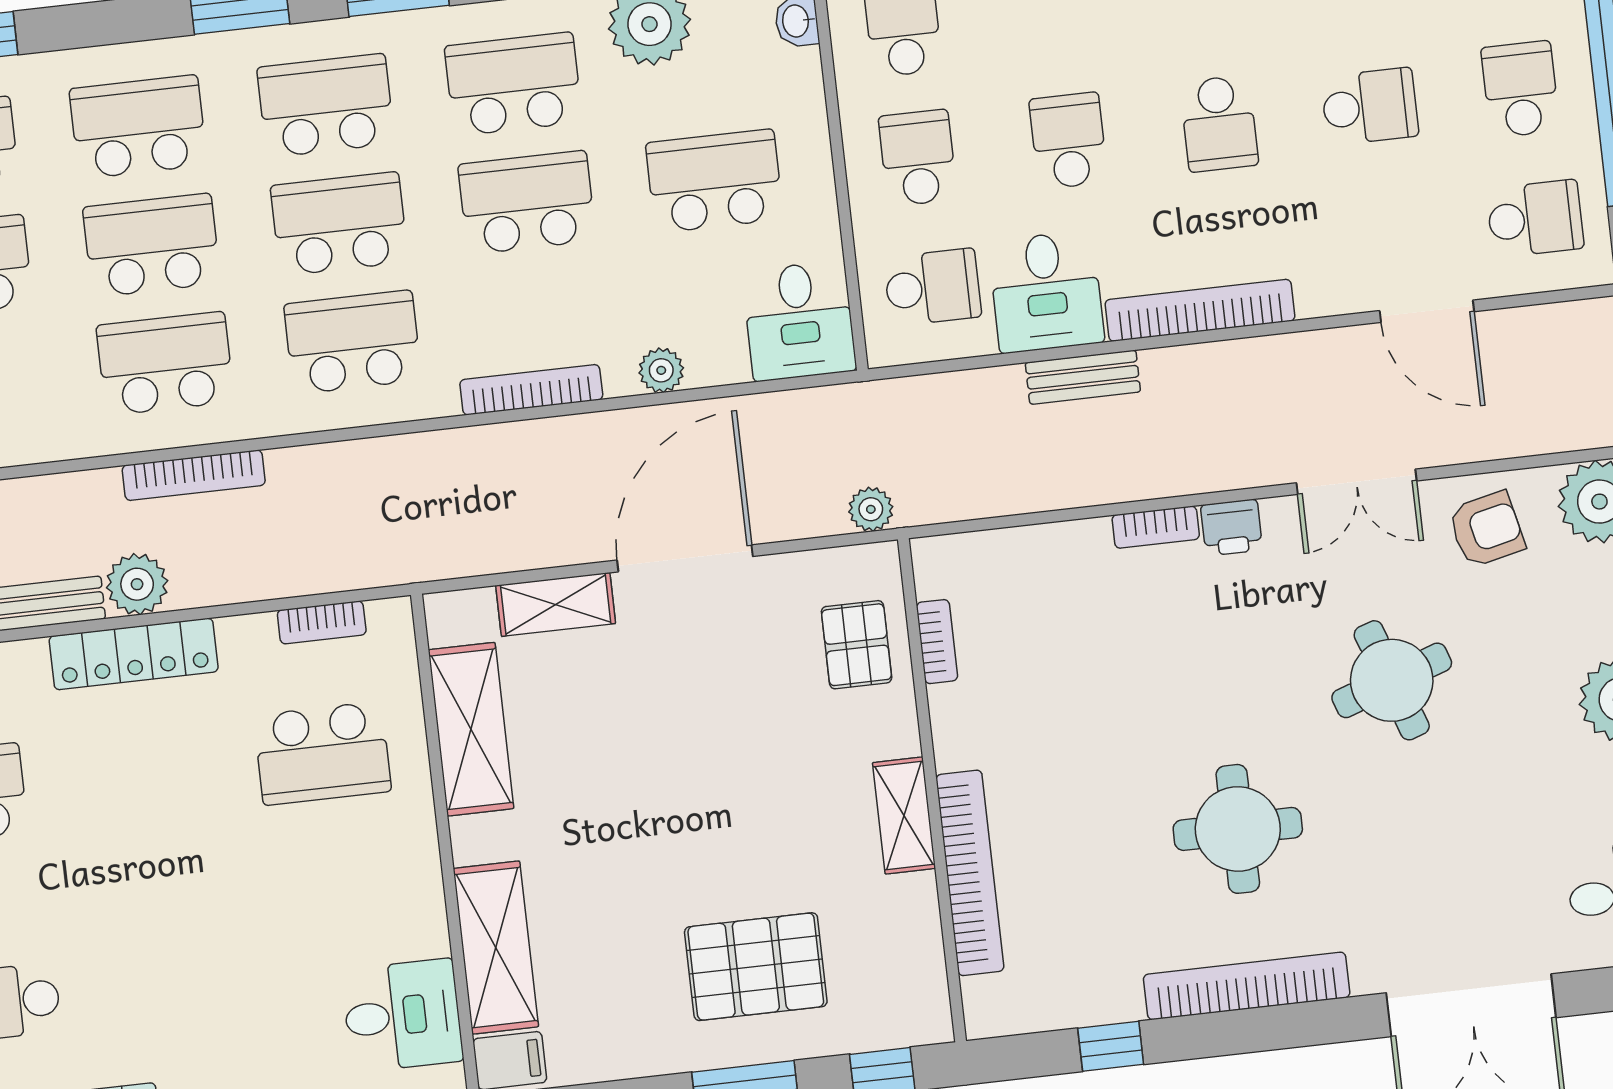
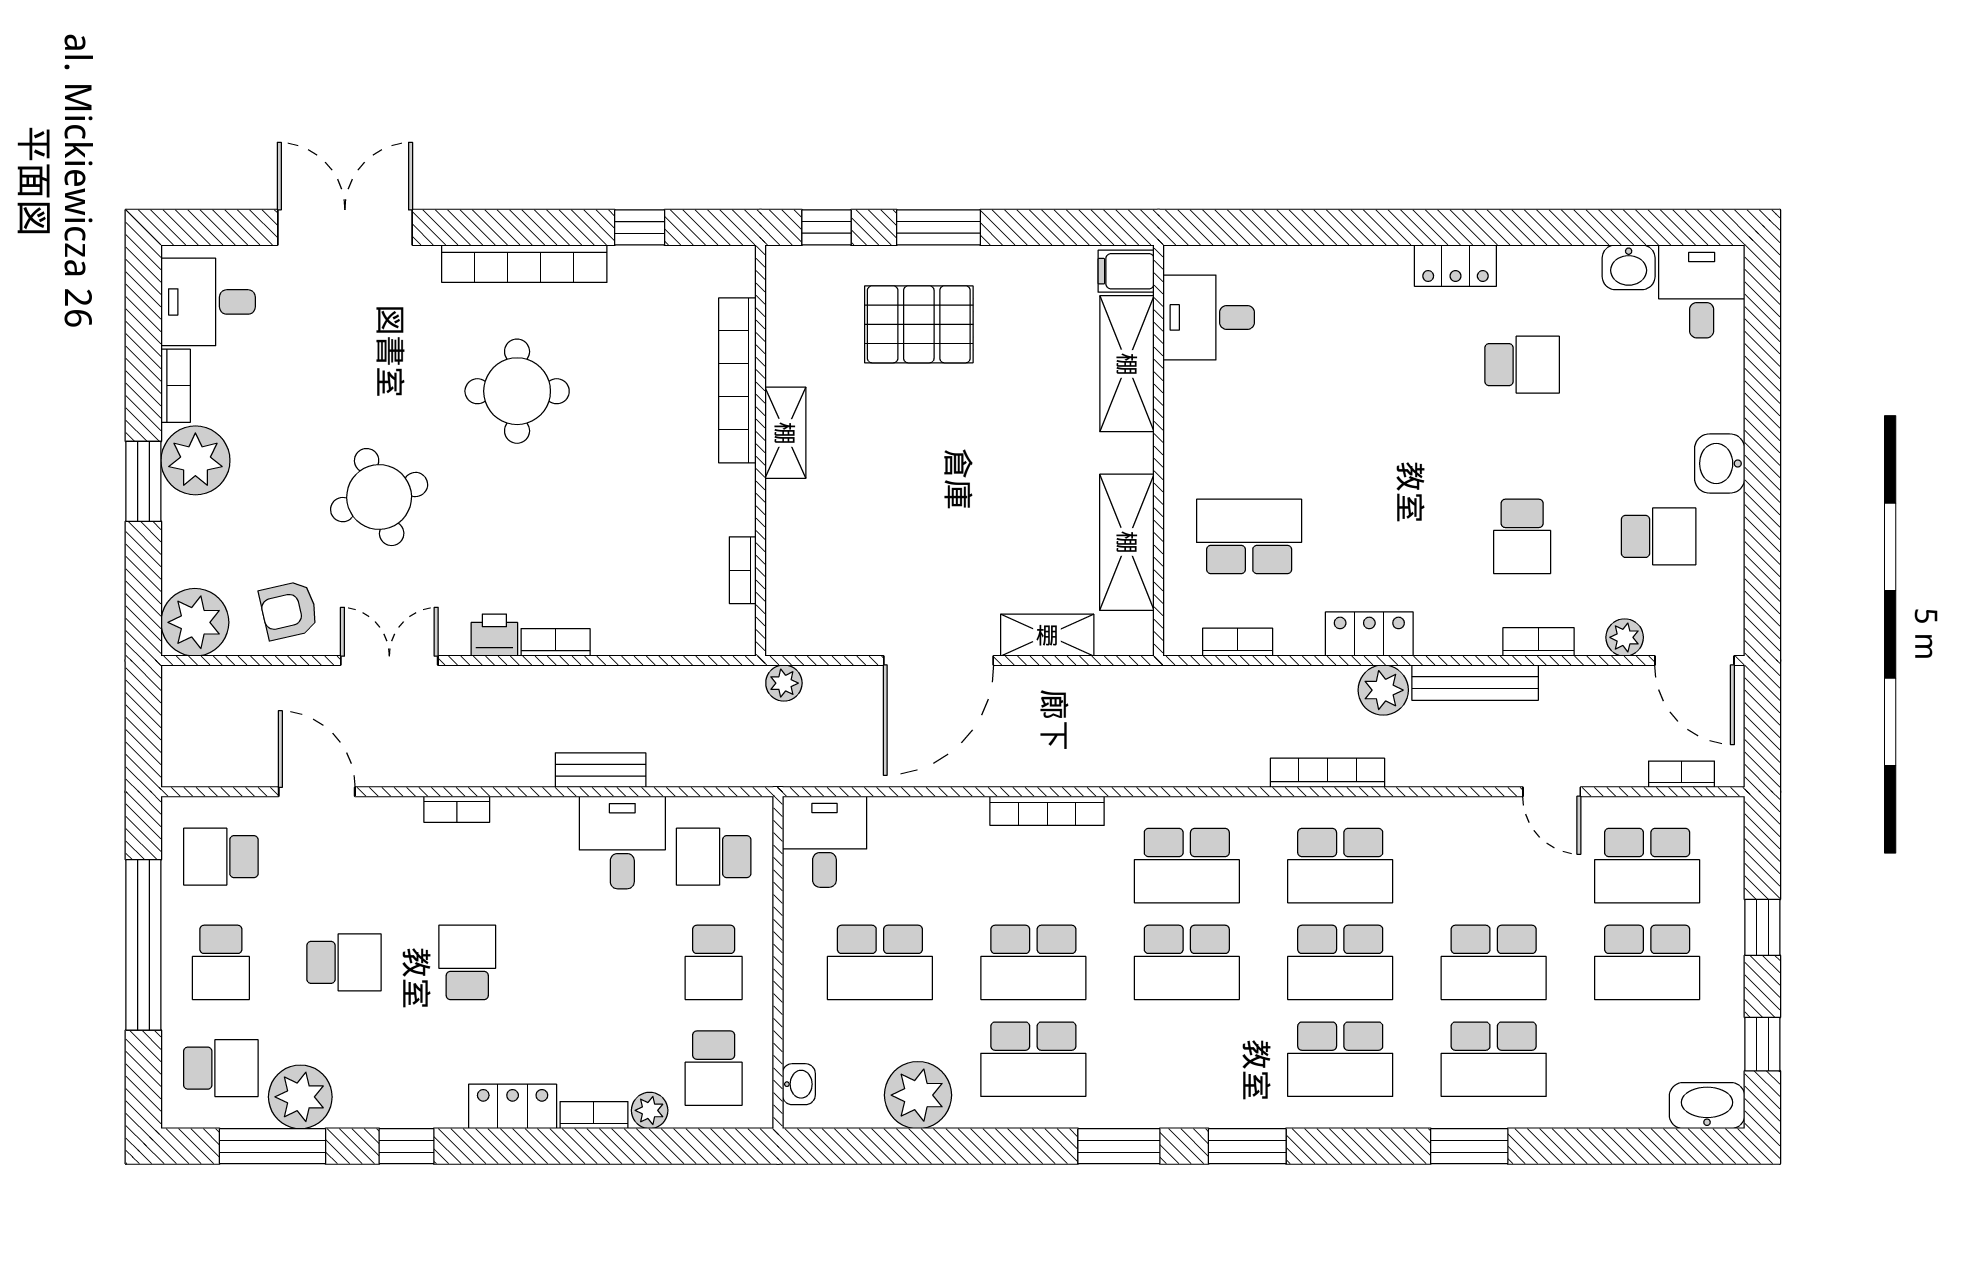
school desk: (326, 105) -> (1187, 1059), removed
school desk: (1370, 106) -> (344, 962), turned 180
school desk: (1068, 141) -> (590, 962), removed
bookcase: (1200, 310) -> (457, 809), width x0.43, depth x0.76
plant: (661, 370) -> (940, 815), removed
pallet: (857, 645) -> (808, 575), removed
locker: (134, 654) -> (1369, 634), width x0.66

